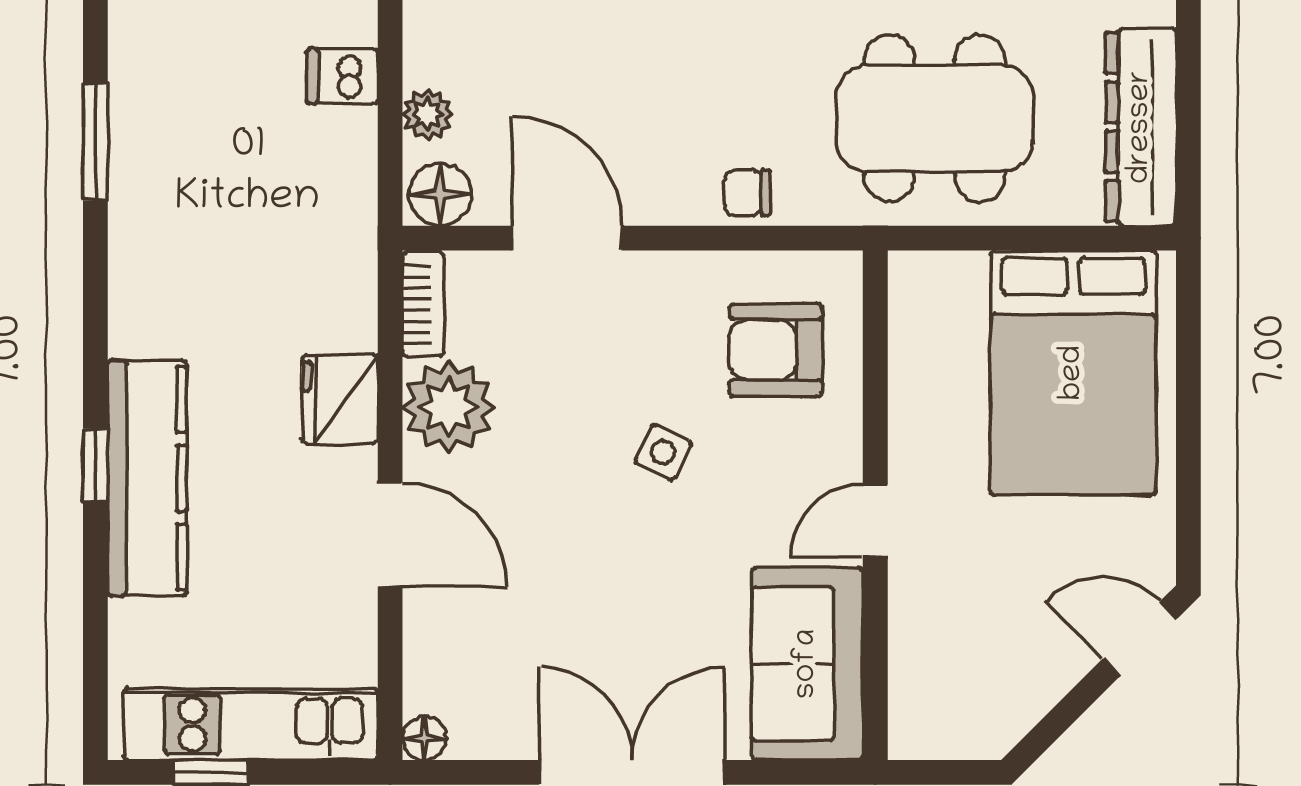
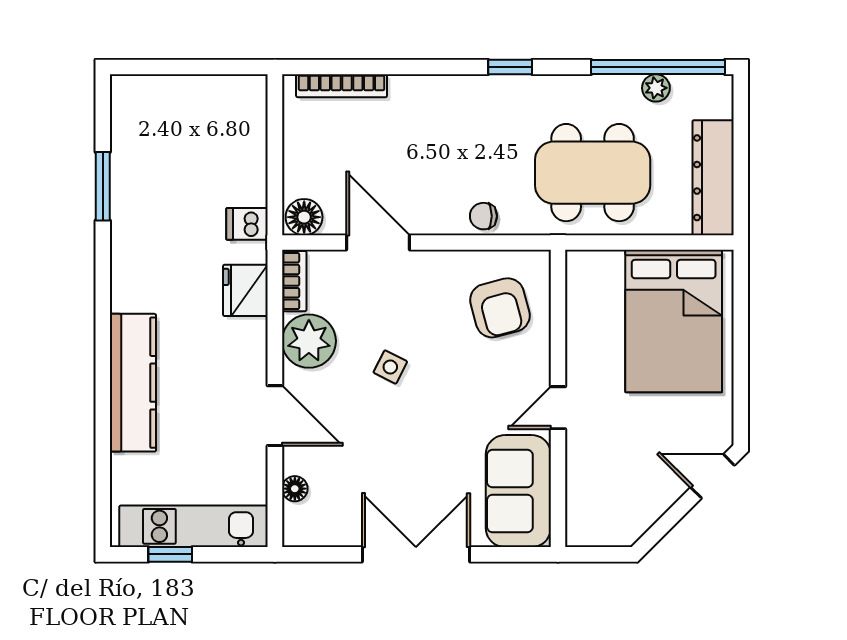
dishwasher: (342, 76) -> (247, 224), moved
plant: (427, 114) -> (297, 170), removed
armchair: (776, 350) -> (500, 308), turned -105
fridge: (340, 399) -> (245, 290), moved
side table: (663, 452) -> (390, 367), moved
window: (95, 465) -> (103, 375), removed
floor lamp: (424, 738) -> (295, 489), moved

